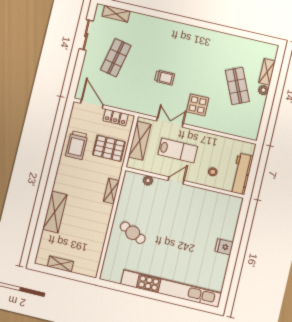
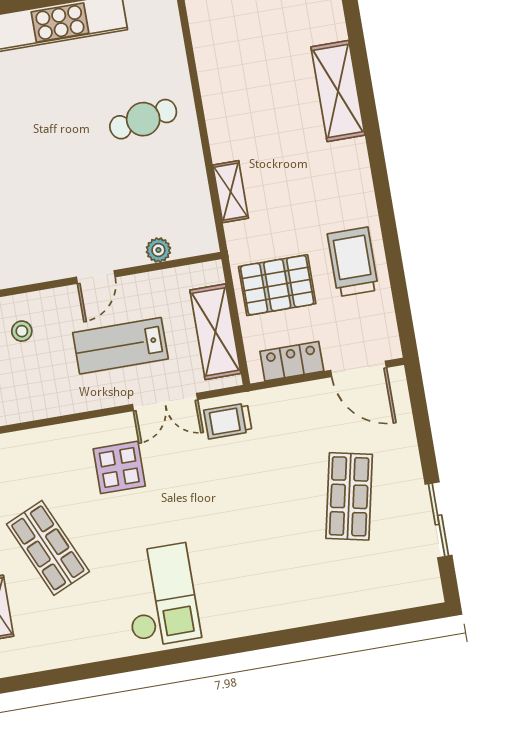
shelving: (116, 14) -> (391, 597), removed
checkout: (202, 50) -> (160, 596), added
trolley: (165, 78) -> (228, 421), moved
cafe table: (133, 233) -> (143, 119), turned -35

